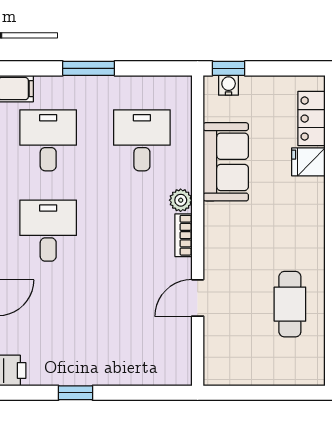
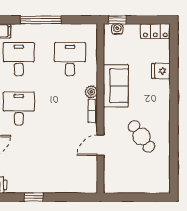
window: (89, 68) -> (41, 20), width x1.44
locker: (311, 119) -> (155, 31), moved, turned -90
sofa: (226, 162) -> (116, 86), moved
cafe table: (290, 304) -> (141, 137), moved, turned -36

